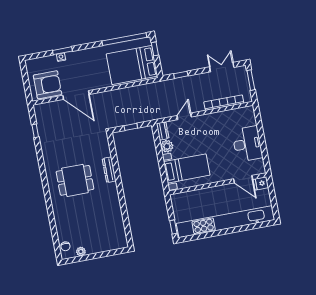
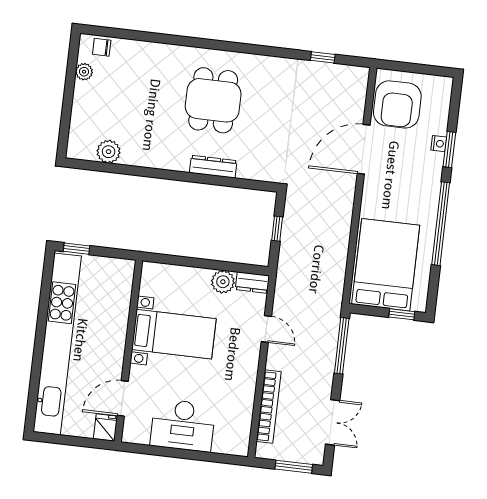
window: (124, 39) -> (441, 224), moved
window: (181, 75) -> (342, 346), width x2.17
bed with nightstands: (187, 168) -> (174, 334), moved, turned -90
plant: (118, 226) -> (109, 152), added

